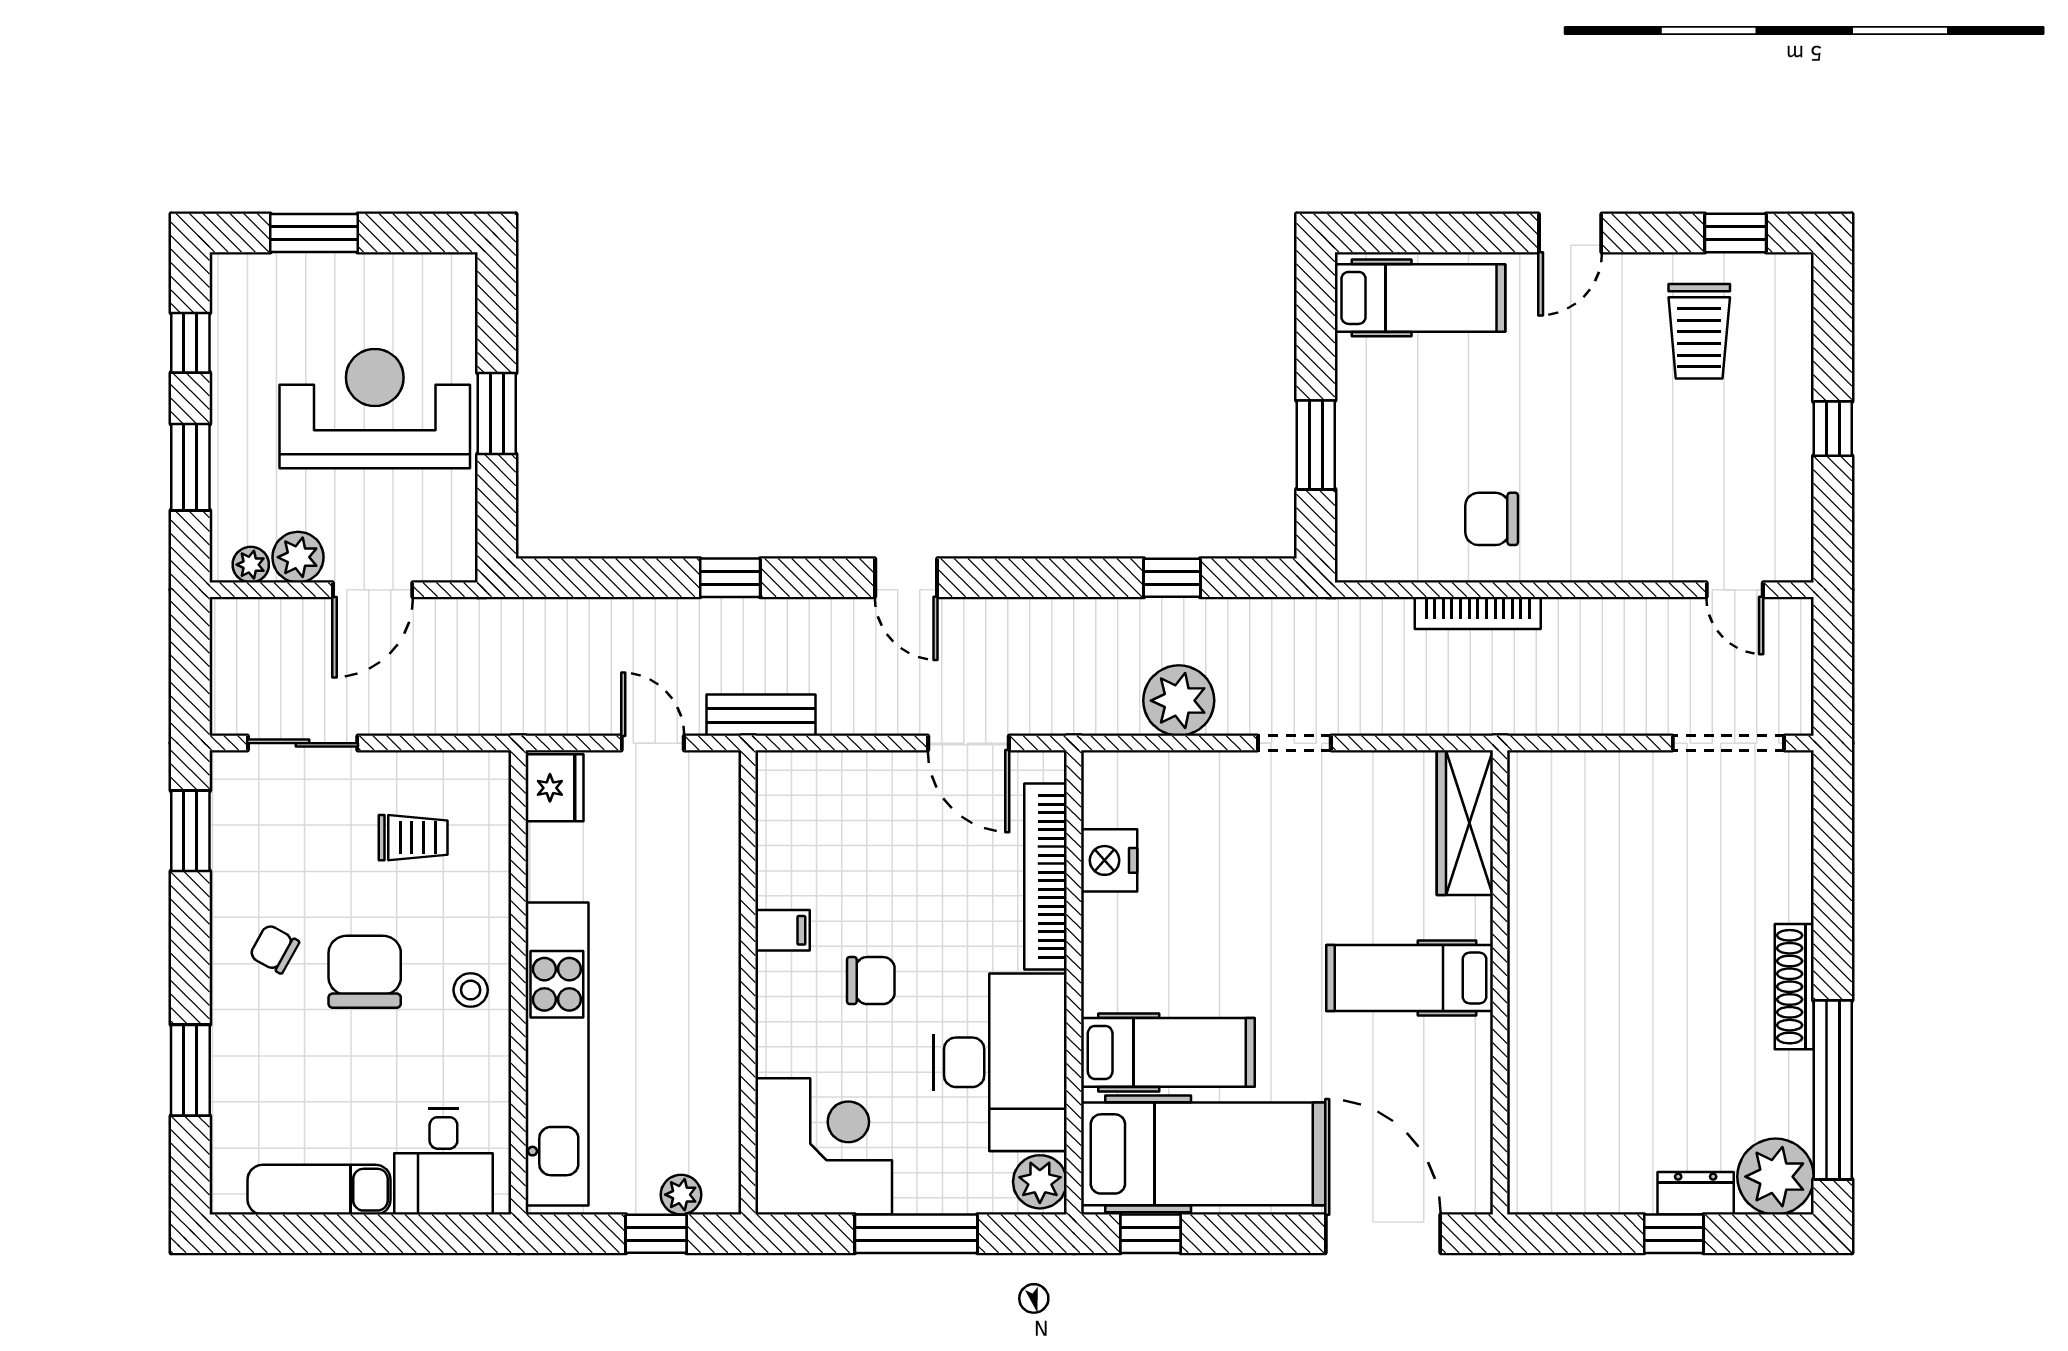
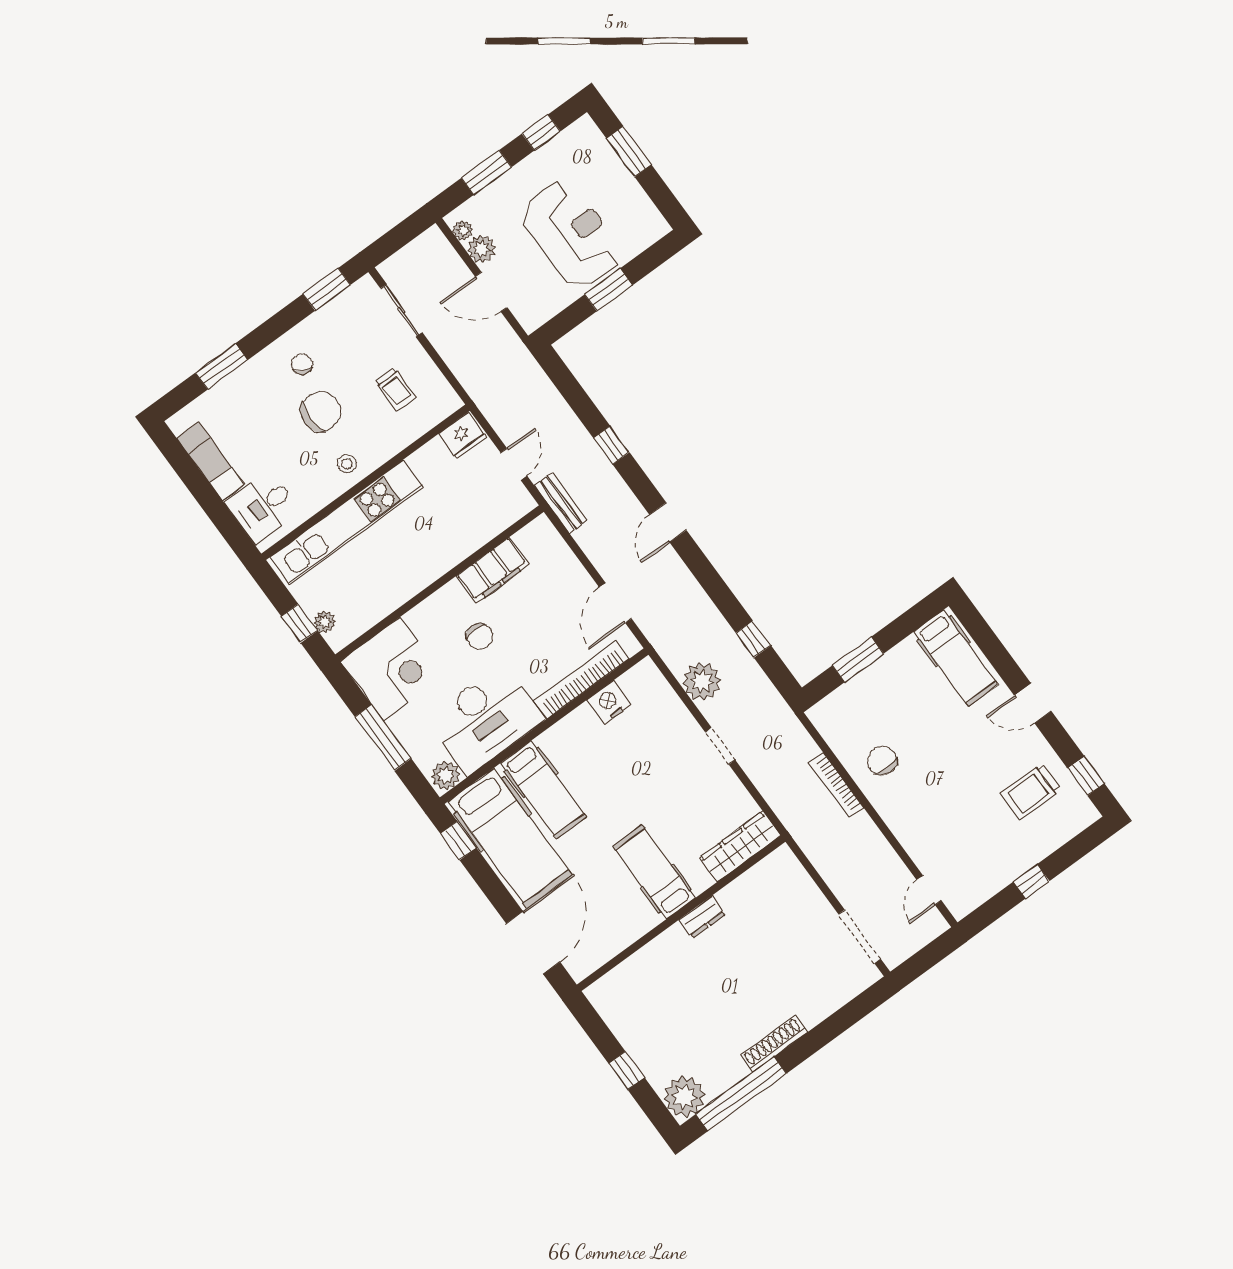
filing cabinet: (782, 930) -> (493, 570), width x3.00, depth x1.17
dresser: (1696, 1193) -> (702, 917), moved, turned 90

